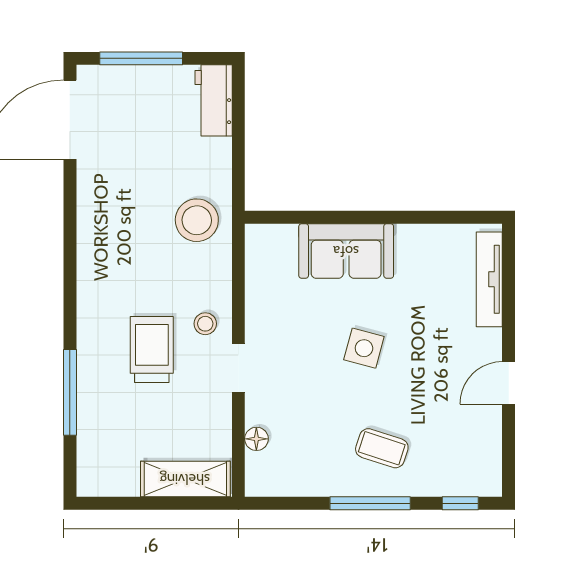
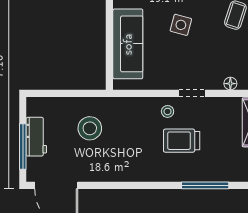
workbench: (214, 100) -> (36, 137), moved, turned -90
stool: (197, 220) -> (90, 128), moved
sofa: (346, 251) -> (128, 44), width x1.36

